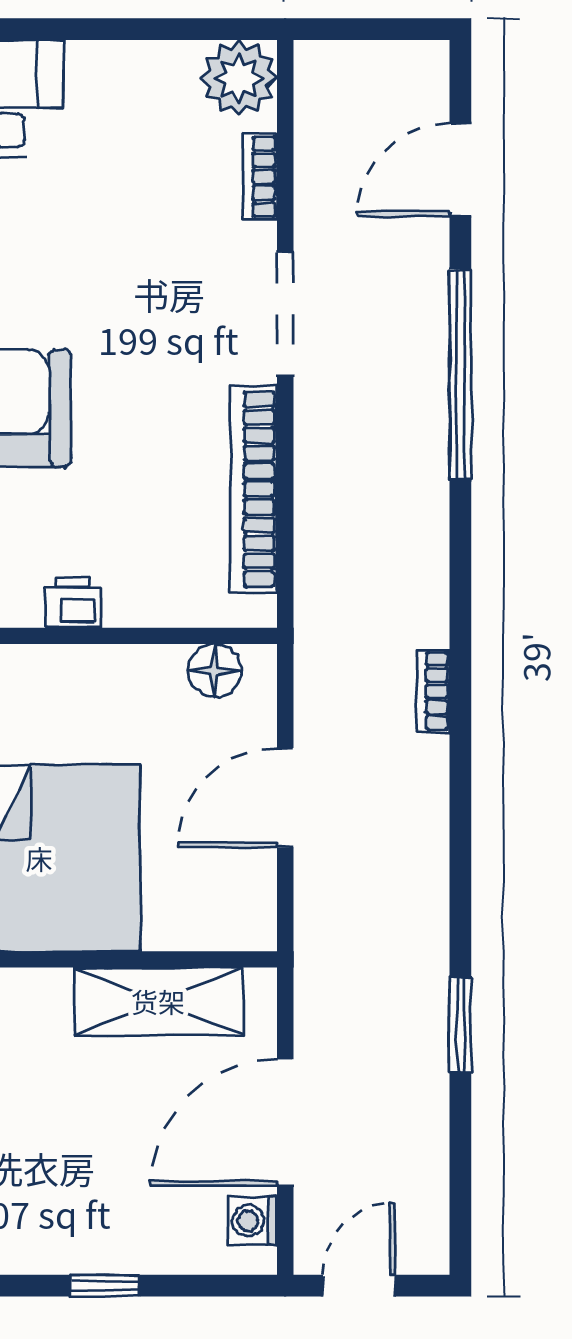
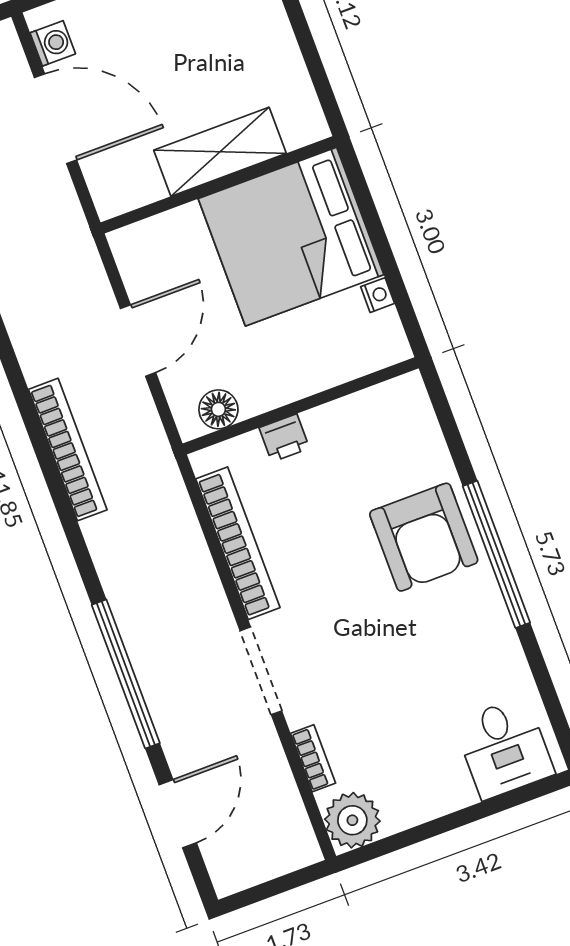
printer: (73, 602) -> (284, 438), moved
bookcase: (433, 691) -> (68, 450), width x2.31, depth x1.31
shelving: (158, 1001) -> (220, 152), moved
door: (285, 1122) -> (56, 119), hinge flipped

